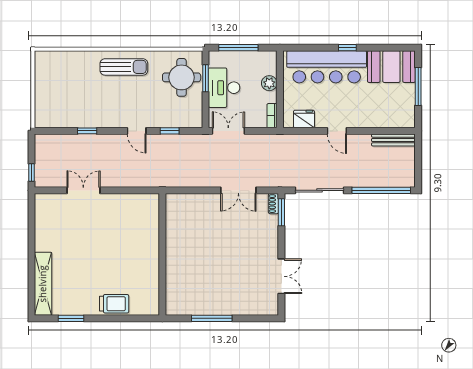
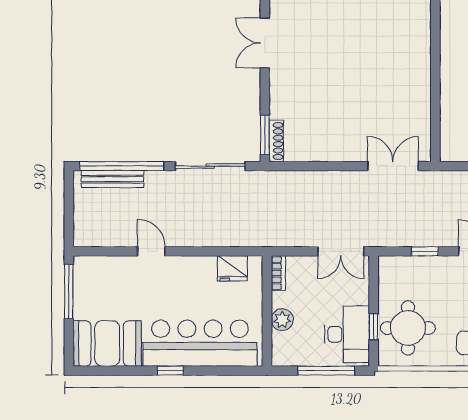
window: (206, 78) -> (374, 327), width x0.67
window: (418, 87) -> (69, 292), moved
desk: (224, 88) -> (347, 334), moved
door: (337, 131) -> (151, 251), moved
bench: (393, 140) -> (113, 179), moved
double door: (238, 190) -> (393, 166), moved
shoe rack: (273, 204) -> (276, 141), width x1.43

